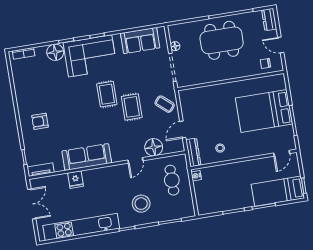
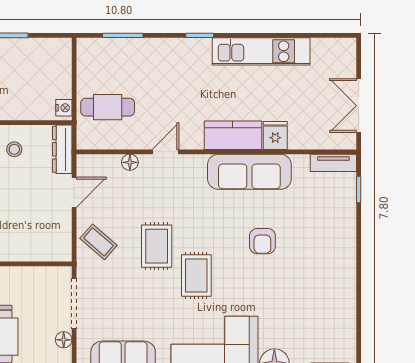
armchair: (40, 121) -> (262, 241), moved, turned 90
floor lamp: (154, 147) -> (130, 162), width x0.53, depth x0.53
kitchen counter: (99, 176) -> (233, 135), added
cafe table: (172, 180) -> (108, 107), turned 90
stool: (141, 204) -> (168, 75), removed
kitchen unit: (81, 227) -> (261, 51), width x0.73

